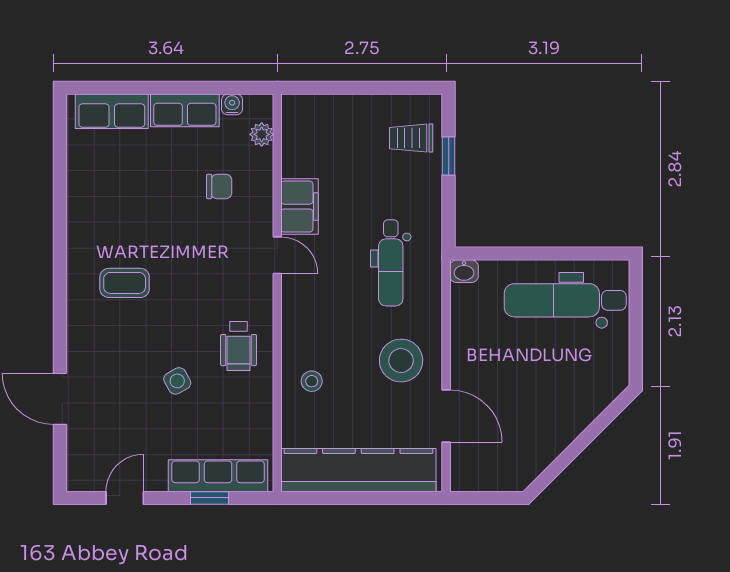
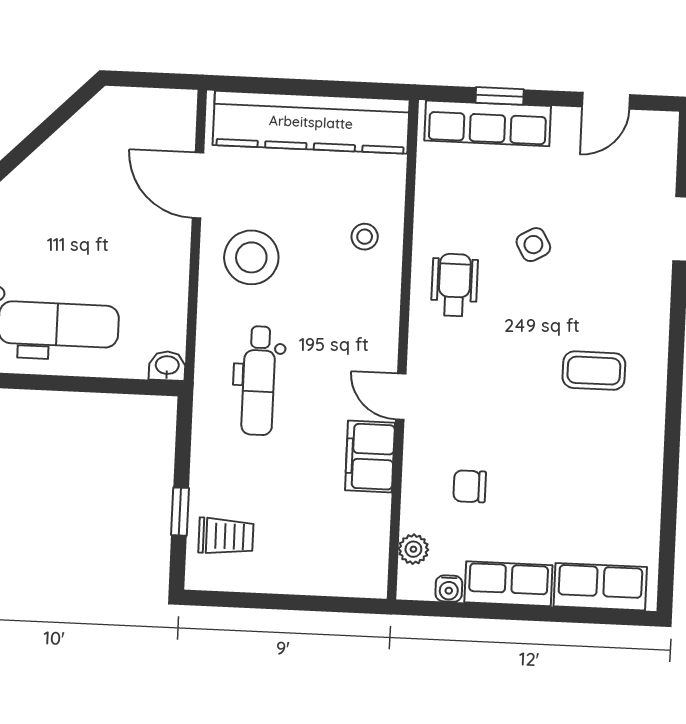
dental chair: (391, 263) -> (259, 381), turned 180

